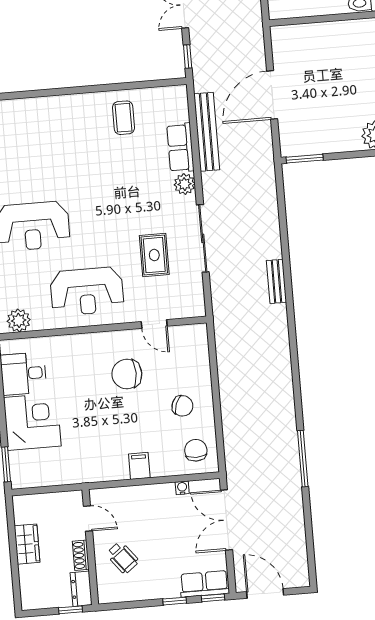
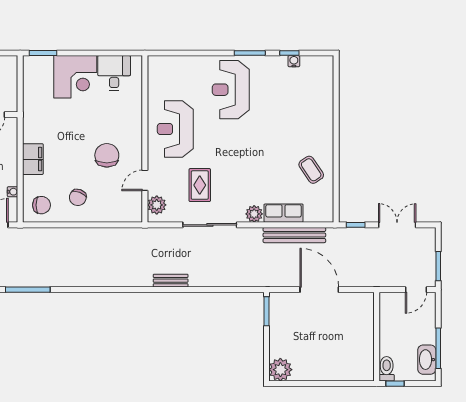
coffee table: (123, 118) -> (311, 170), turned 56
rug: (154, 255) -> (200, 185), turned 90
plant: (19, 320) -> (157, 205), moved
filing cabinet: (139, 466) -> (33, 159), width x2.00

